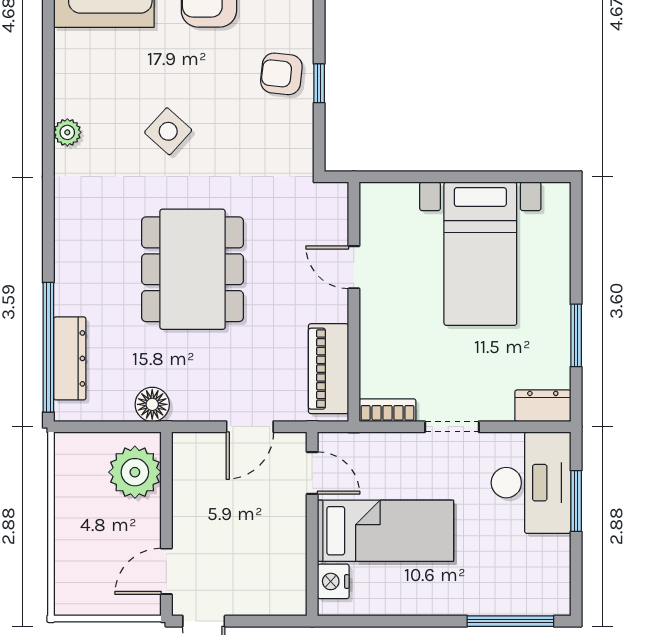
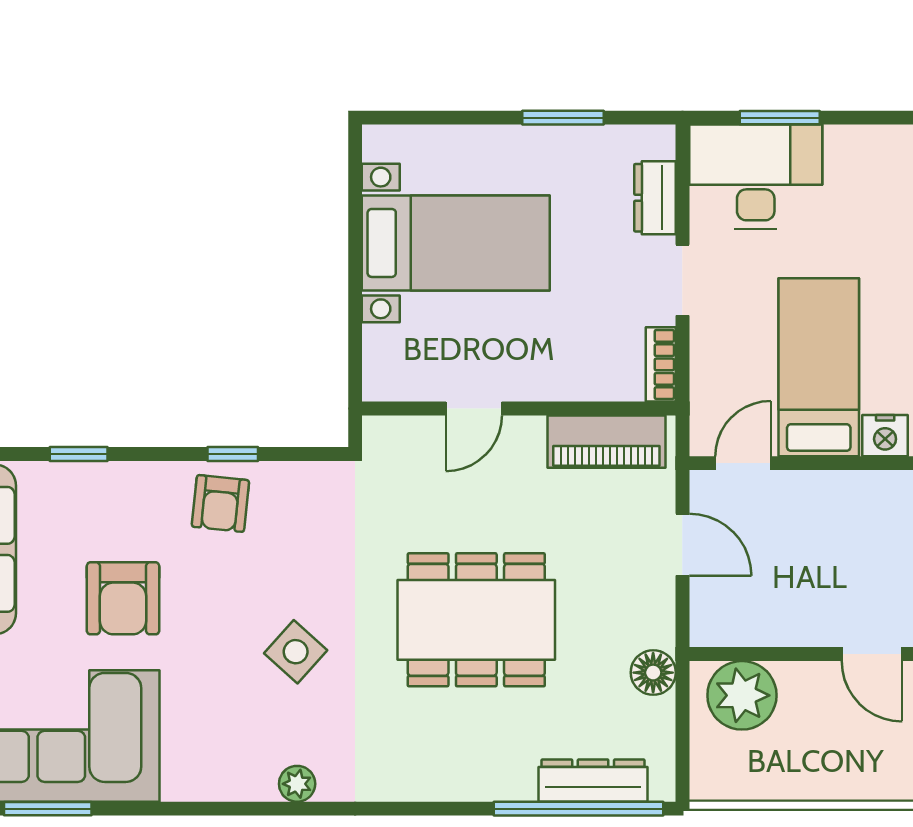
dresser: (543, 406) -> (655, 198), moved

